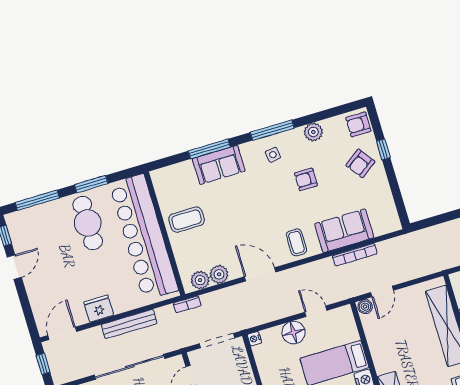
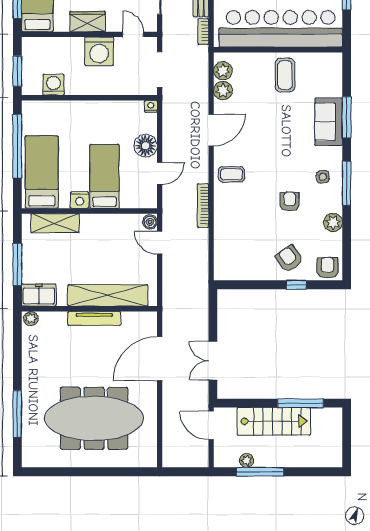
sofa: (344, 231) -> (229, 224), removed
bookcase: (355, 255) -> (203, 206), moved
bookcase: (187, 304) -> (203, 31), moved

